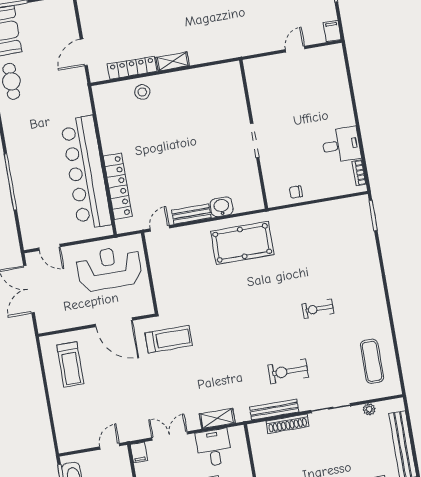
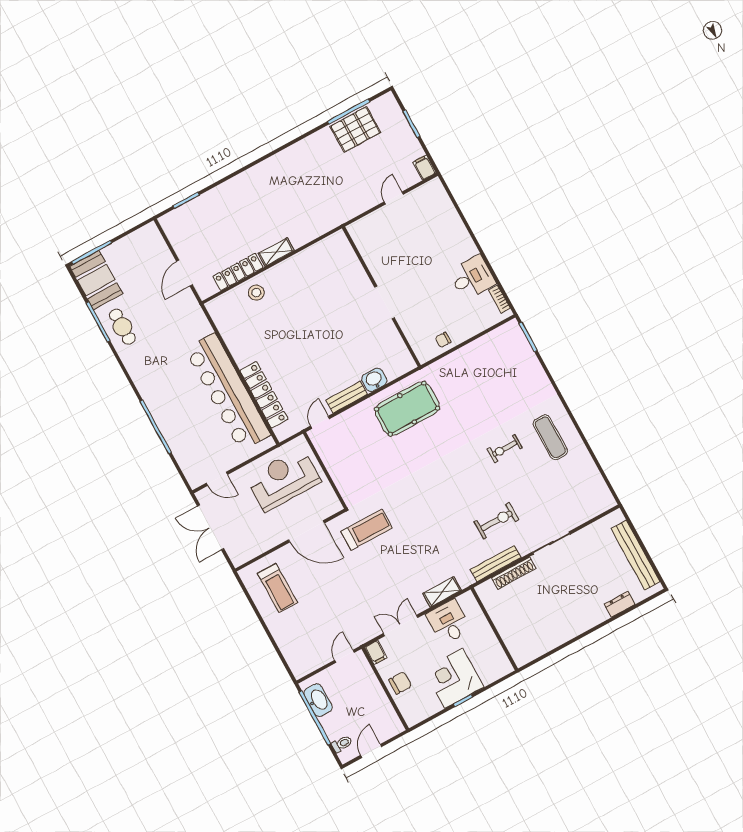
exercise mat: (372, 361) -> (550, 437), moved
exercise bike: (288, 371) -> (496, 521), turned 180
plant: (369, 409) -> (590, 531), removed

